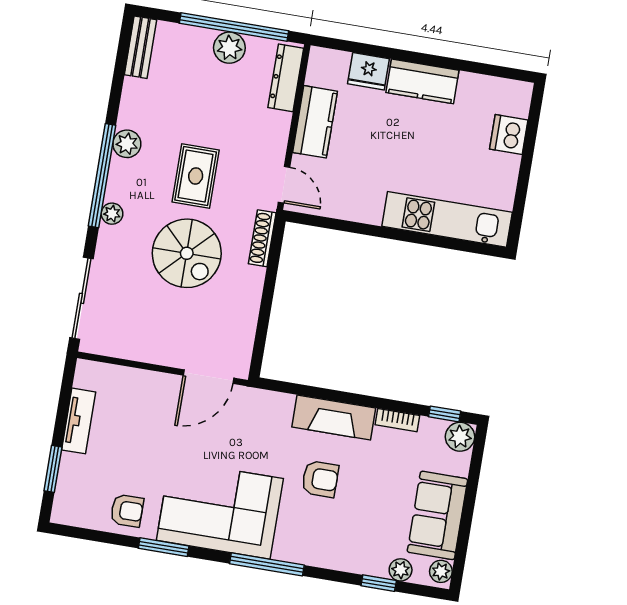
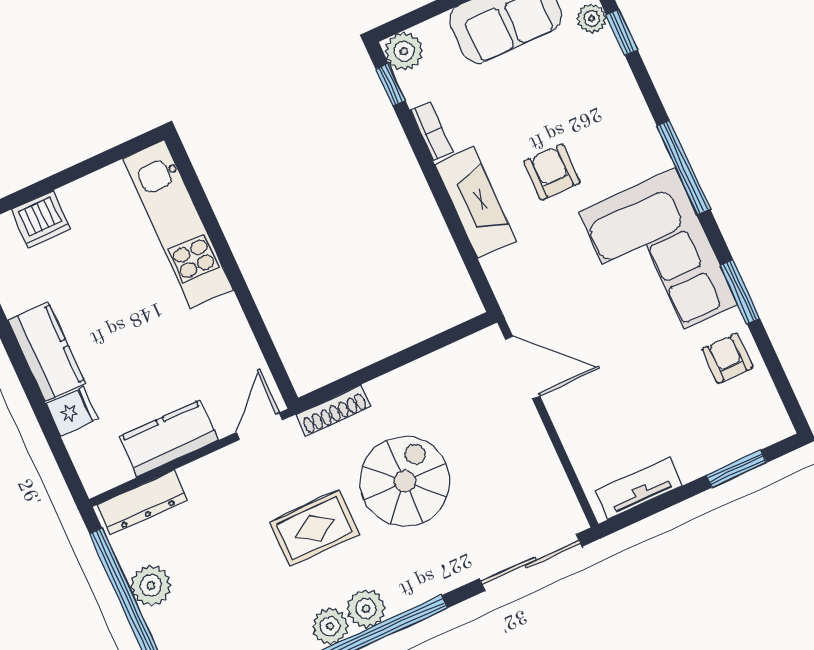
fridge: (368, 71) -> (72, 411), width x0.72
plant: (112, 214) -> (366, 609), moved, width x1.38, depth x1.38
tv unit: (79, 421) -> (639, 488), moved

